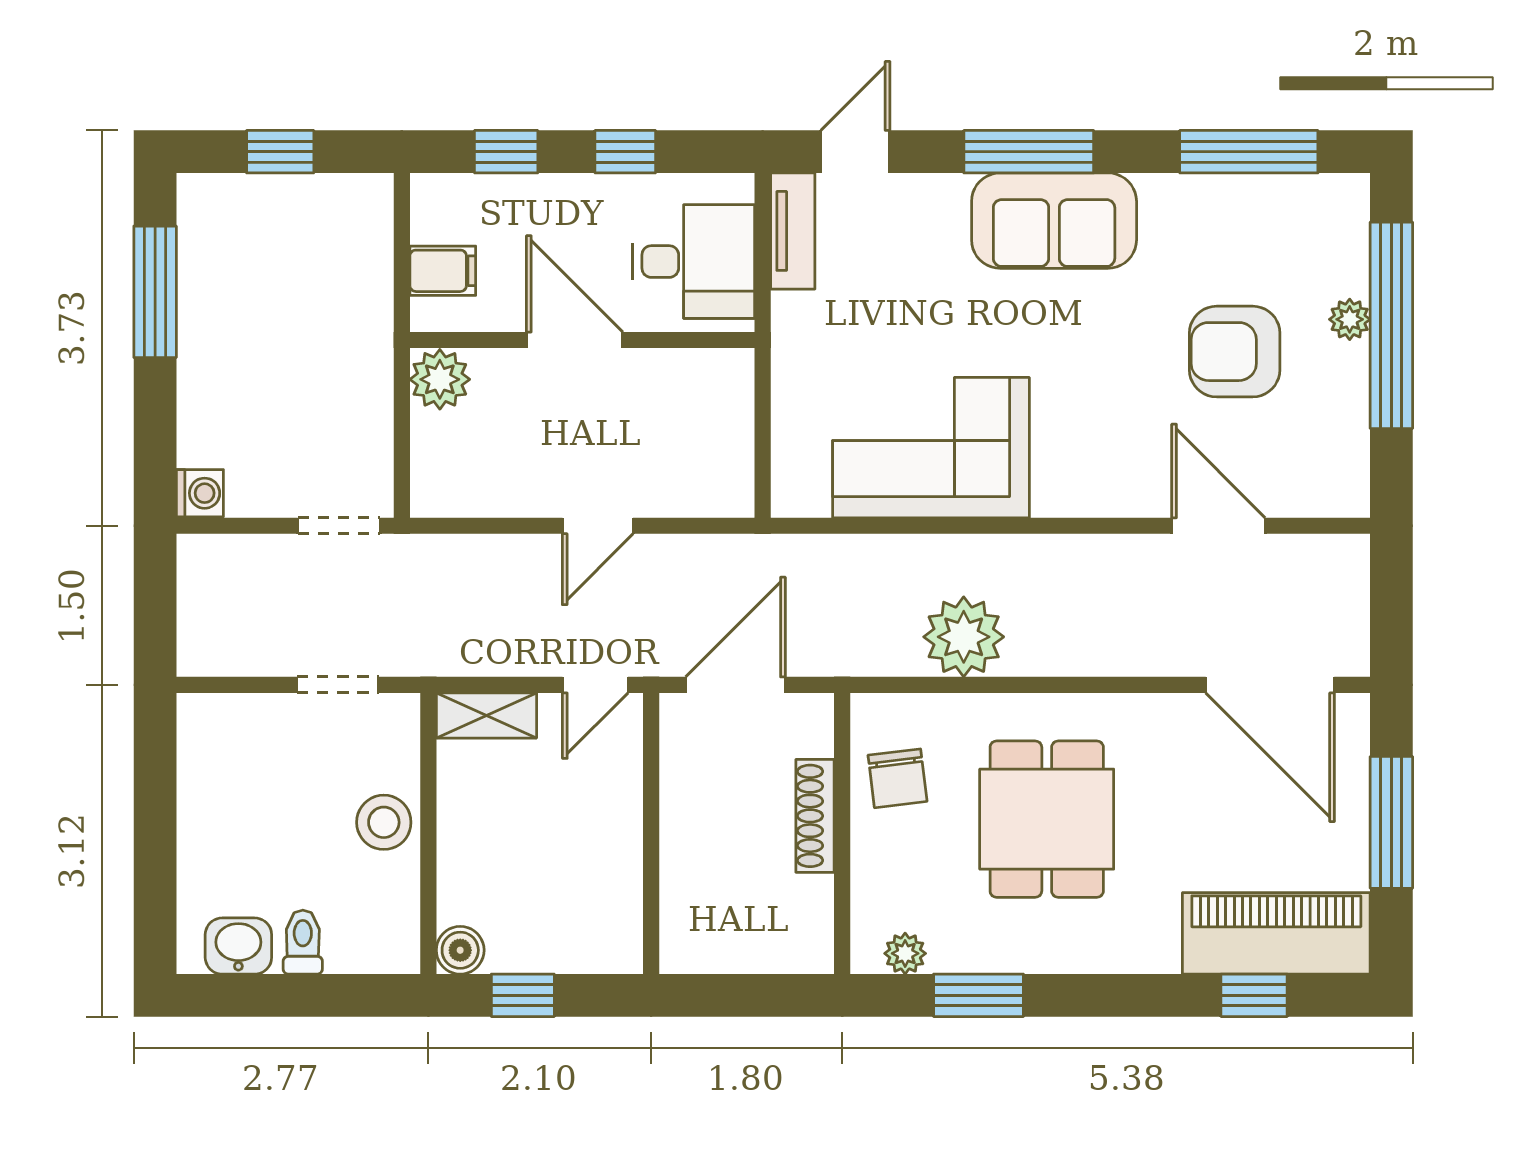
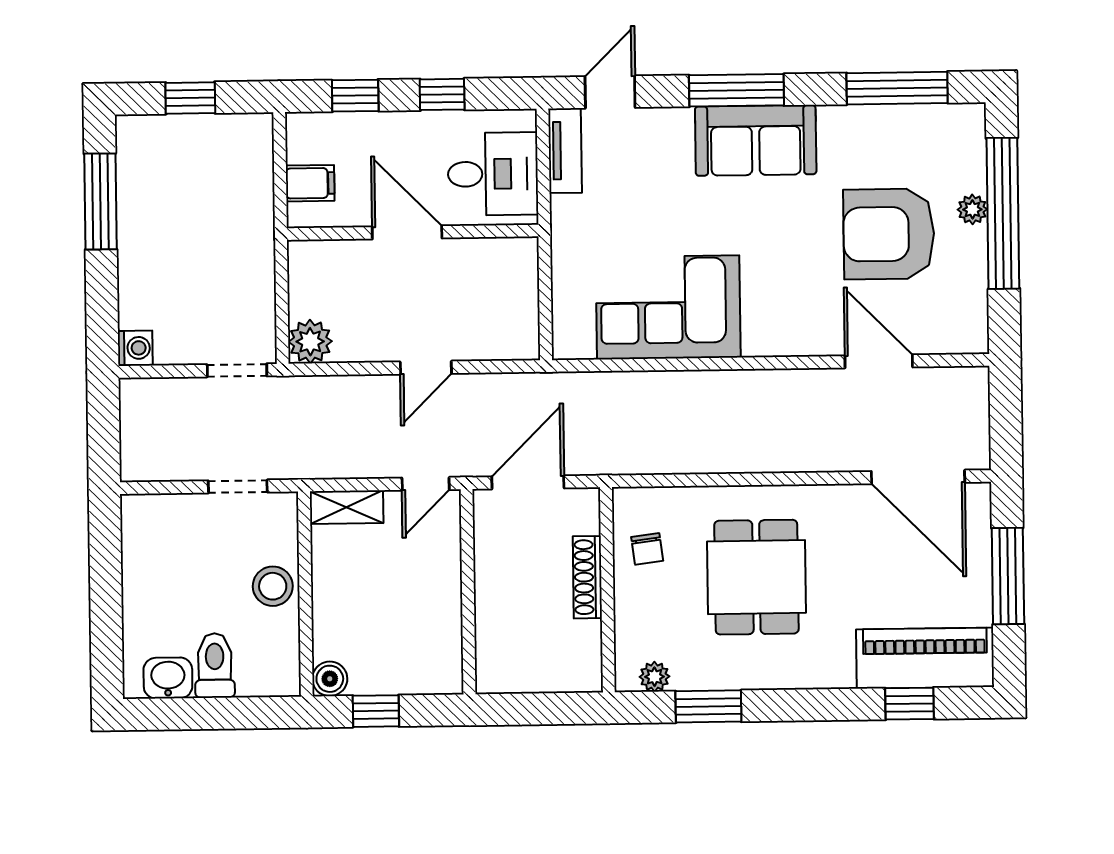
armchair: (1235, 352) -> (889, 234), width x1.36, depth x1.36
plant: (440, 379) -> (310, 342), moved
plant: (964, 637) -> (694, 445), removed
chair: (897, 778) -> (647, 549), width x0.73, depth x0.73
toilet: (303, 942) -> (215, 665), width x1.37, depth x1.39

